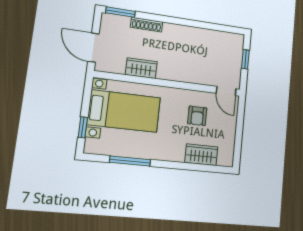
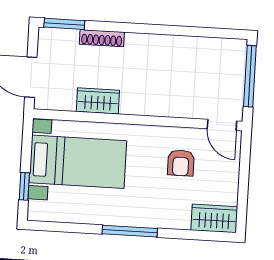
window: (245, 59) -> (250, 76), width x2.17
wardrobe: (201, 155) -> (214, 218), moved
window: (130, 161) -> (130, 231), moved

